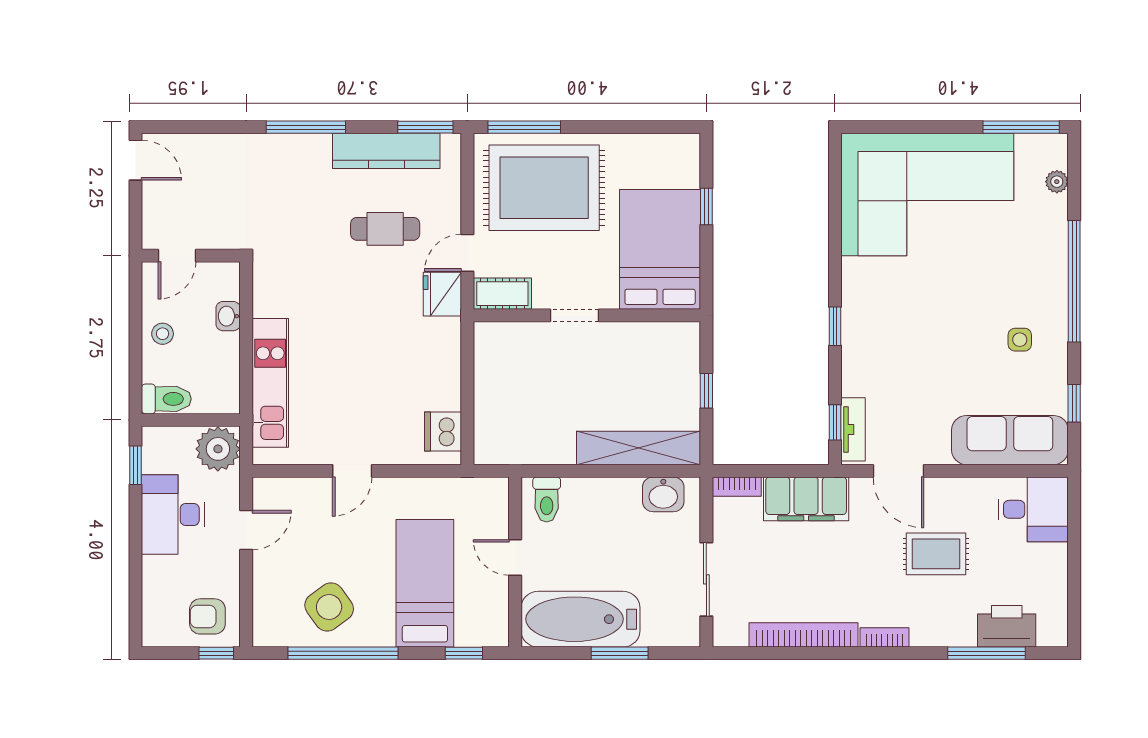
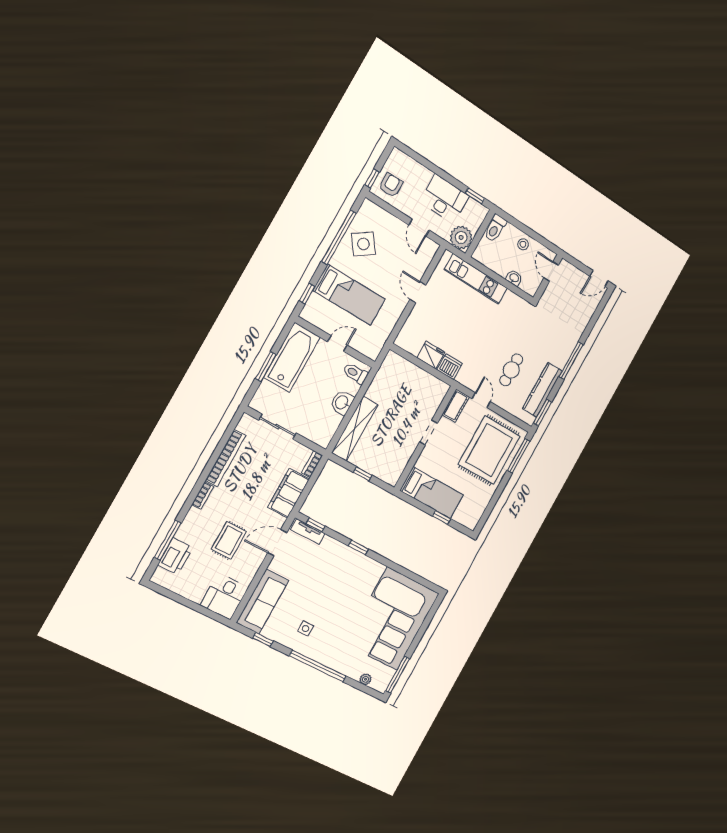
bed: (660, 249) -> (432, 493), width x0.67
fridge: (442, 294) -> (431, 355), moved
dishwasher: (443, 431) -> (449, 367), moved
washbasin: (663, 494) -> (342, 403), moved

